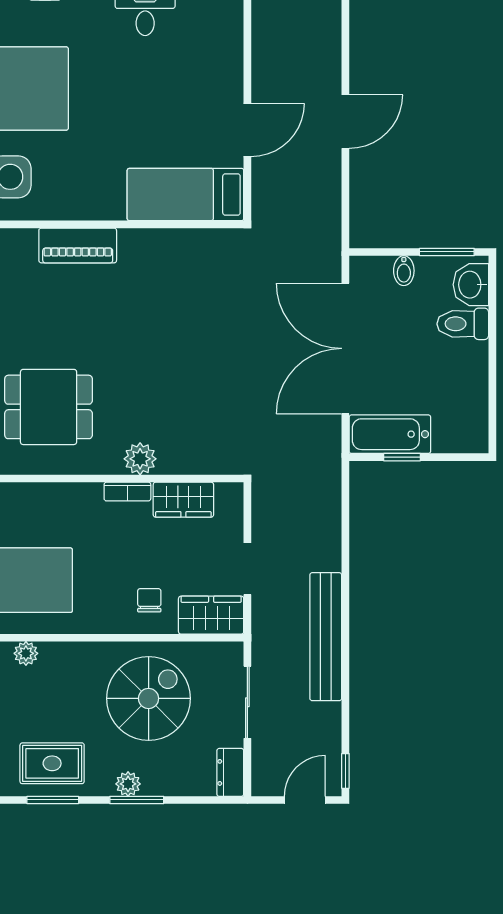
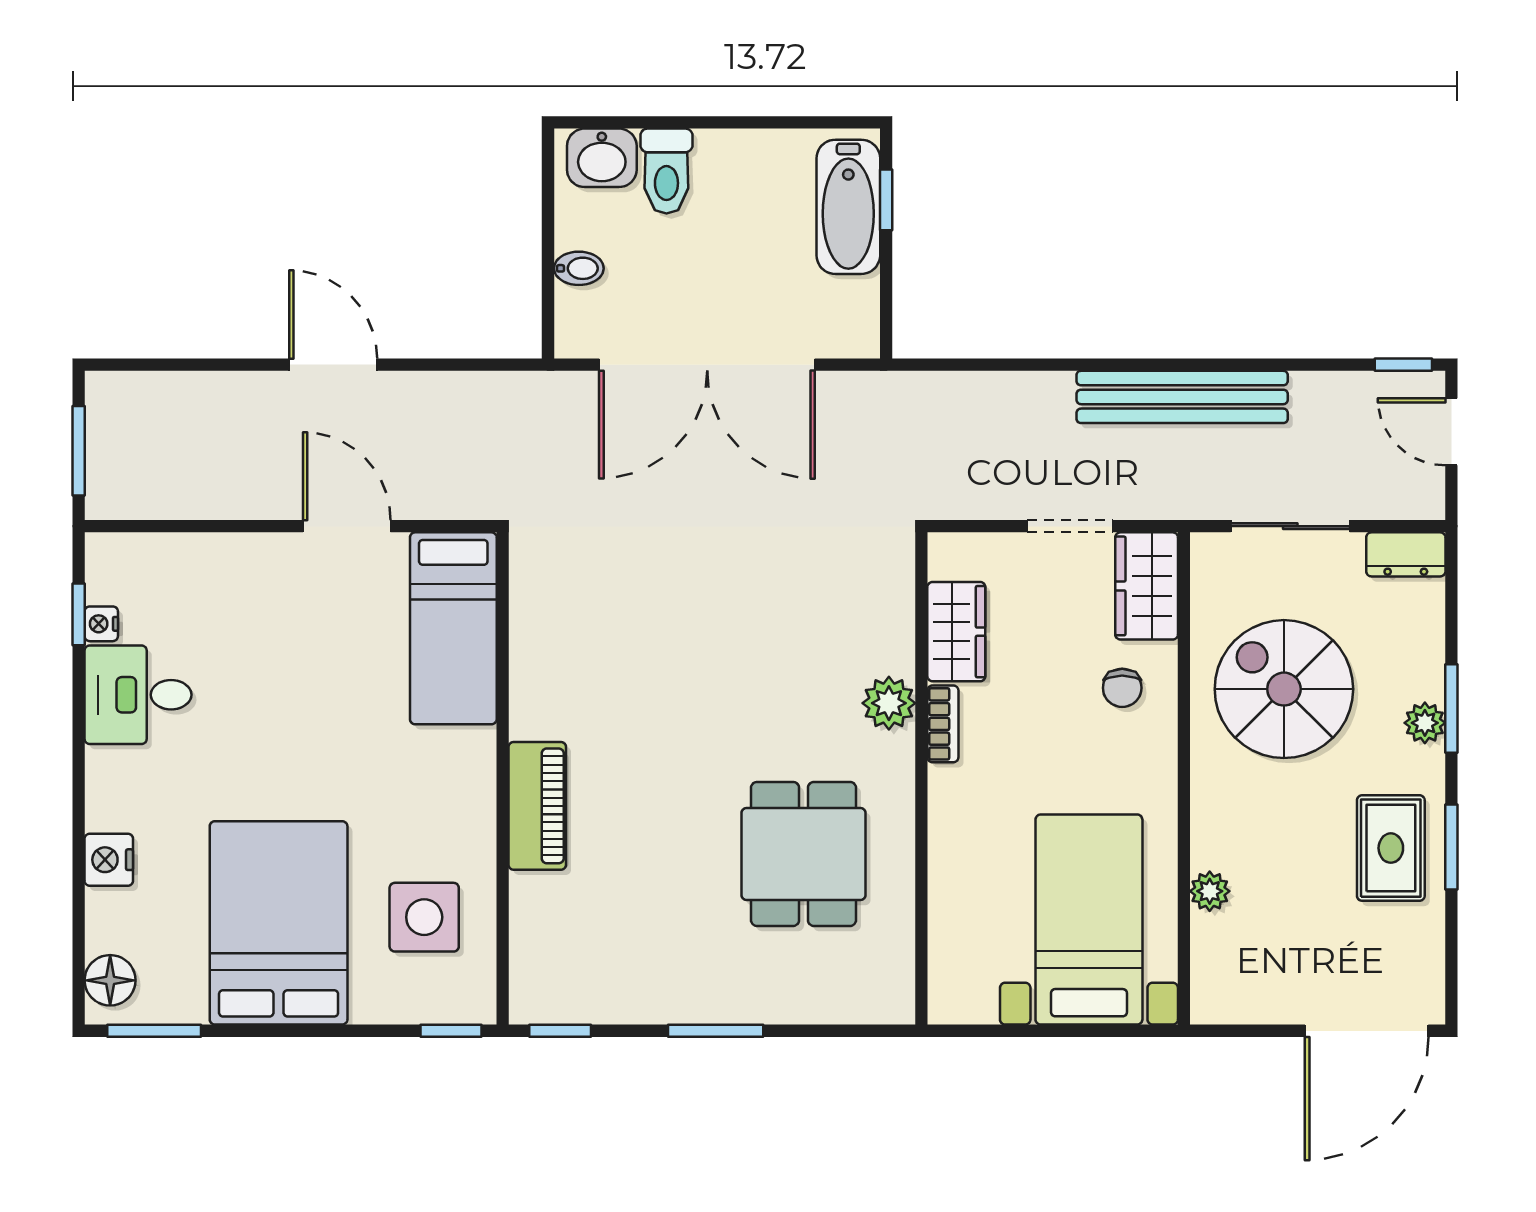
window: (447, 252) -> (548, 197), removed
bathtub: (390, 434) -> (848, 207), moved
window: (402, 457) -> (886, 200), moved
chair: (149, 600) -> (1122, 688), turned -90

